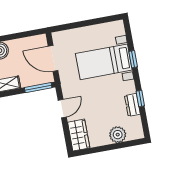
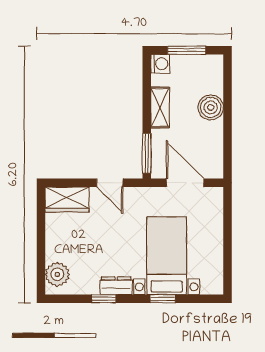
door: (53, 58) -> (185, 183), hinge flipped
dresser: (132, 105) -> (116, 286), moved
plant: (118, 135) -> (57, 274), moved

